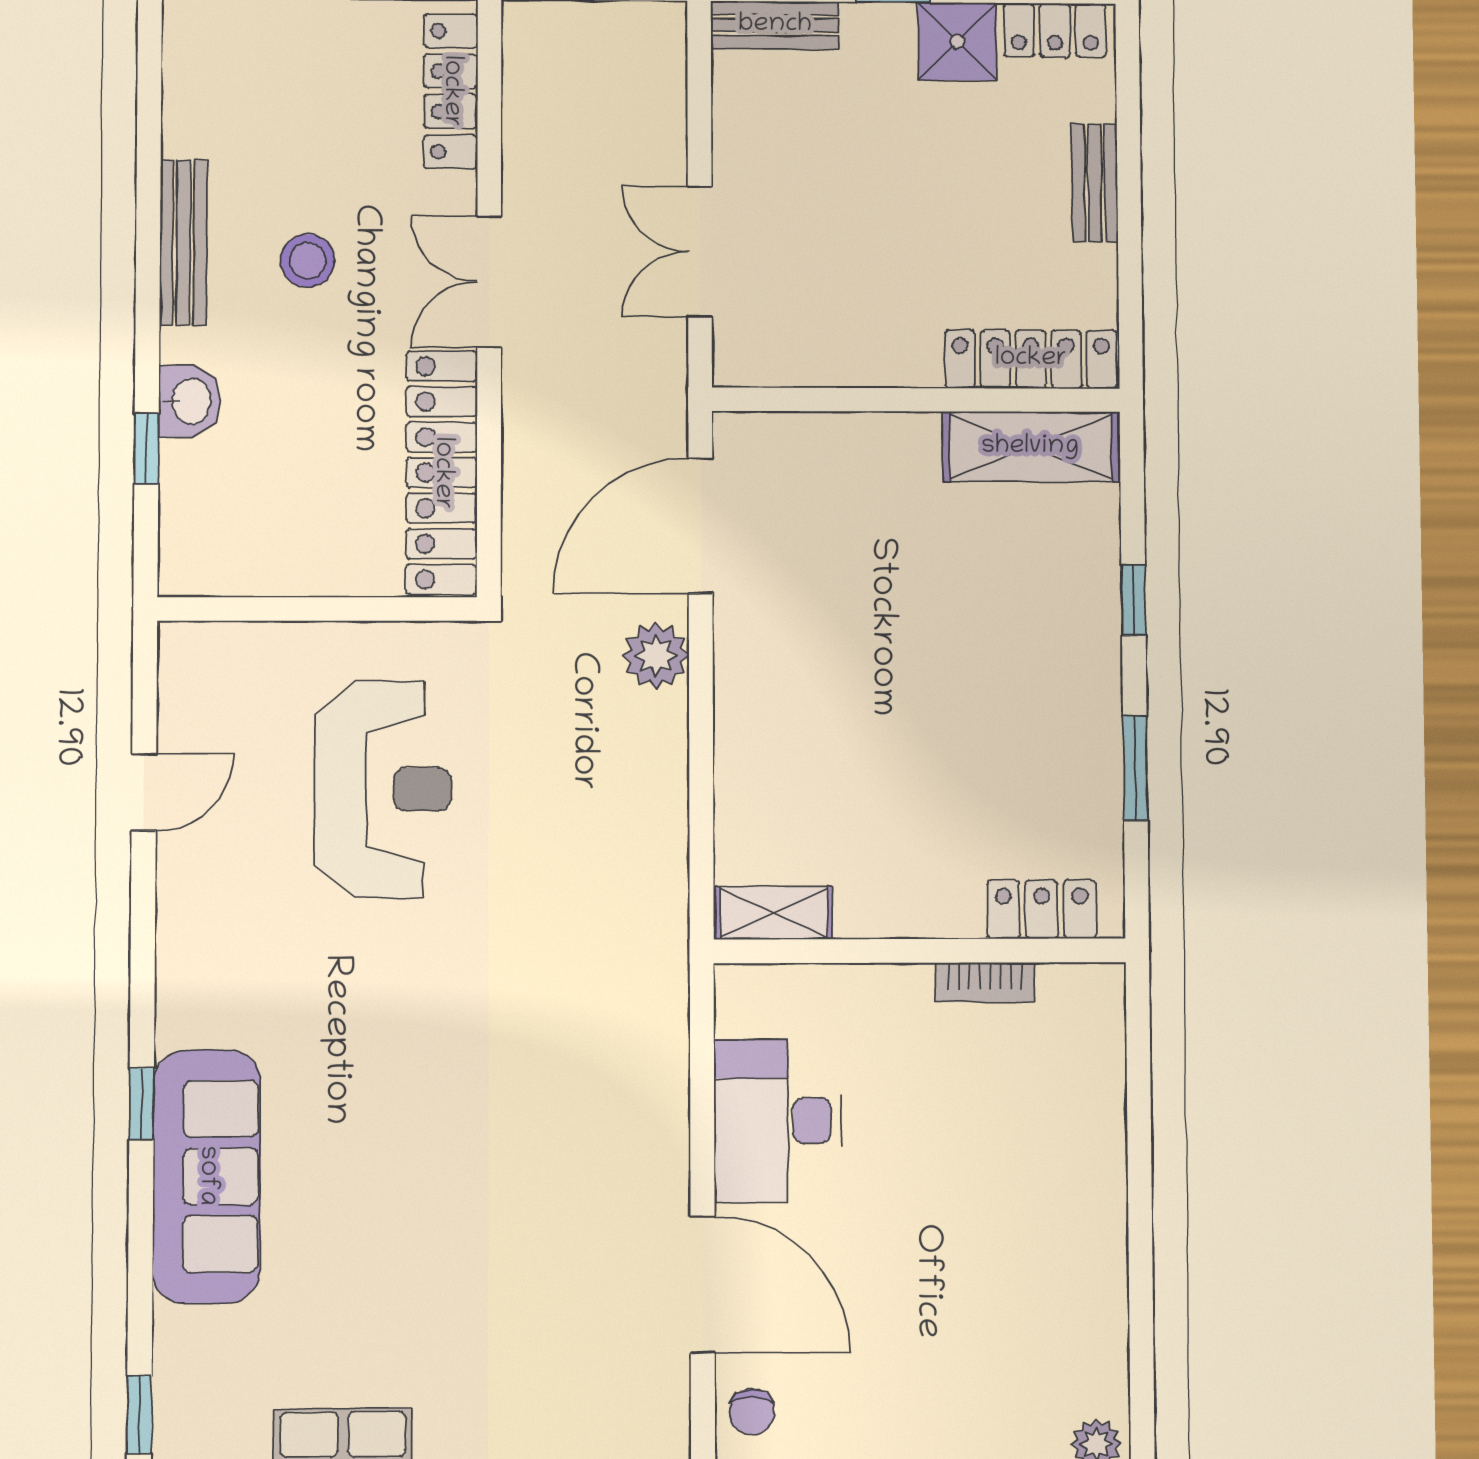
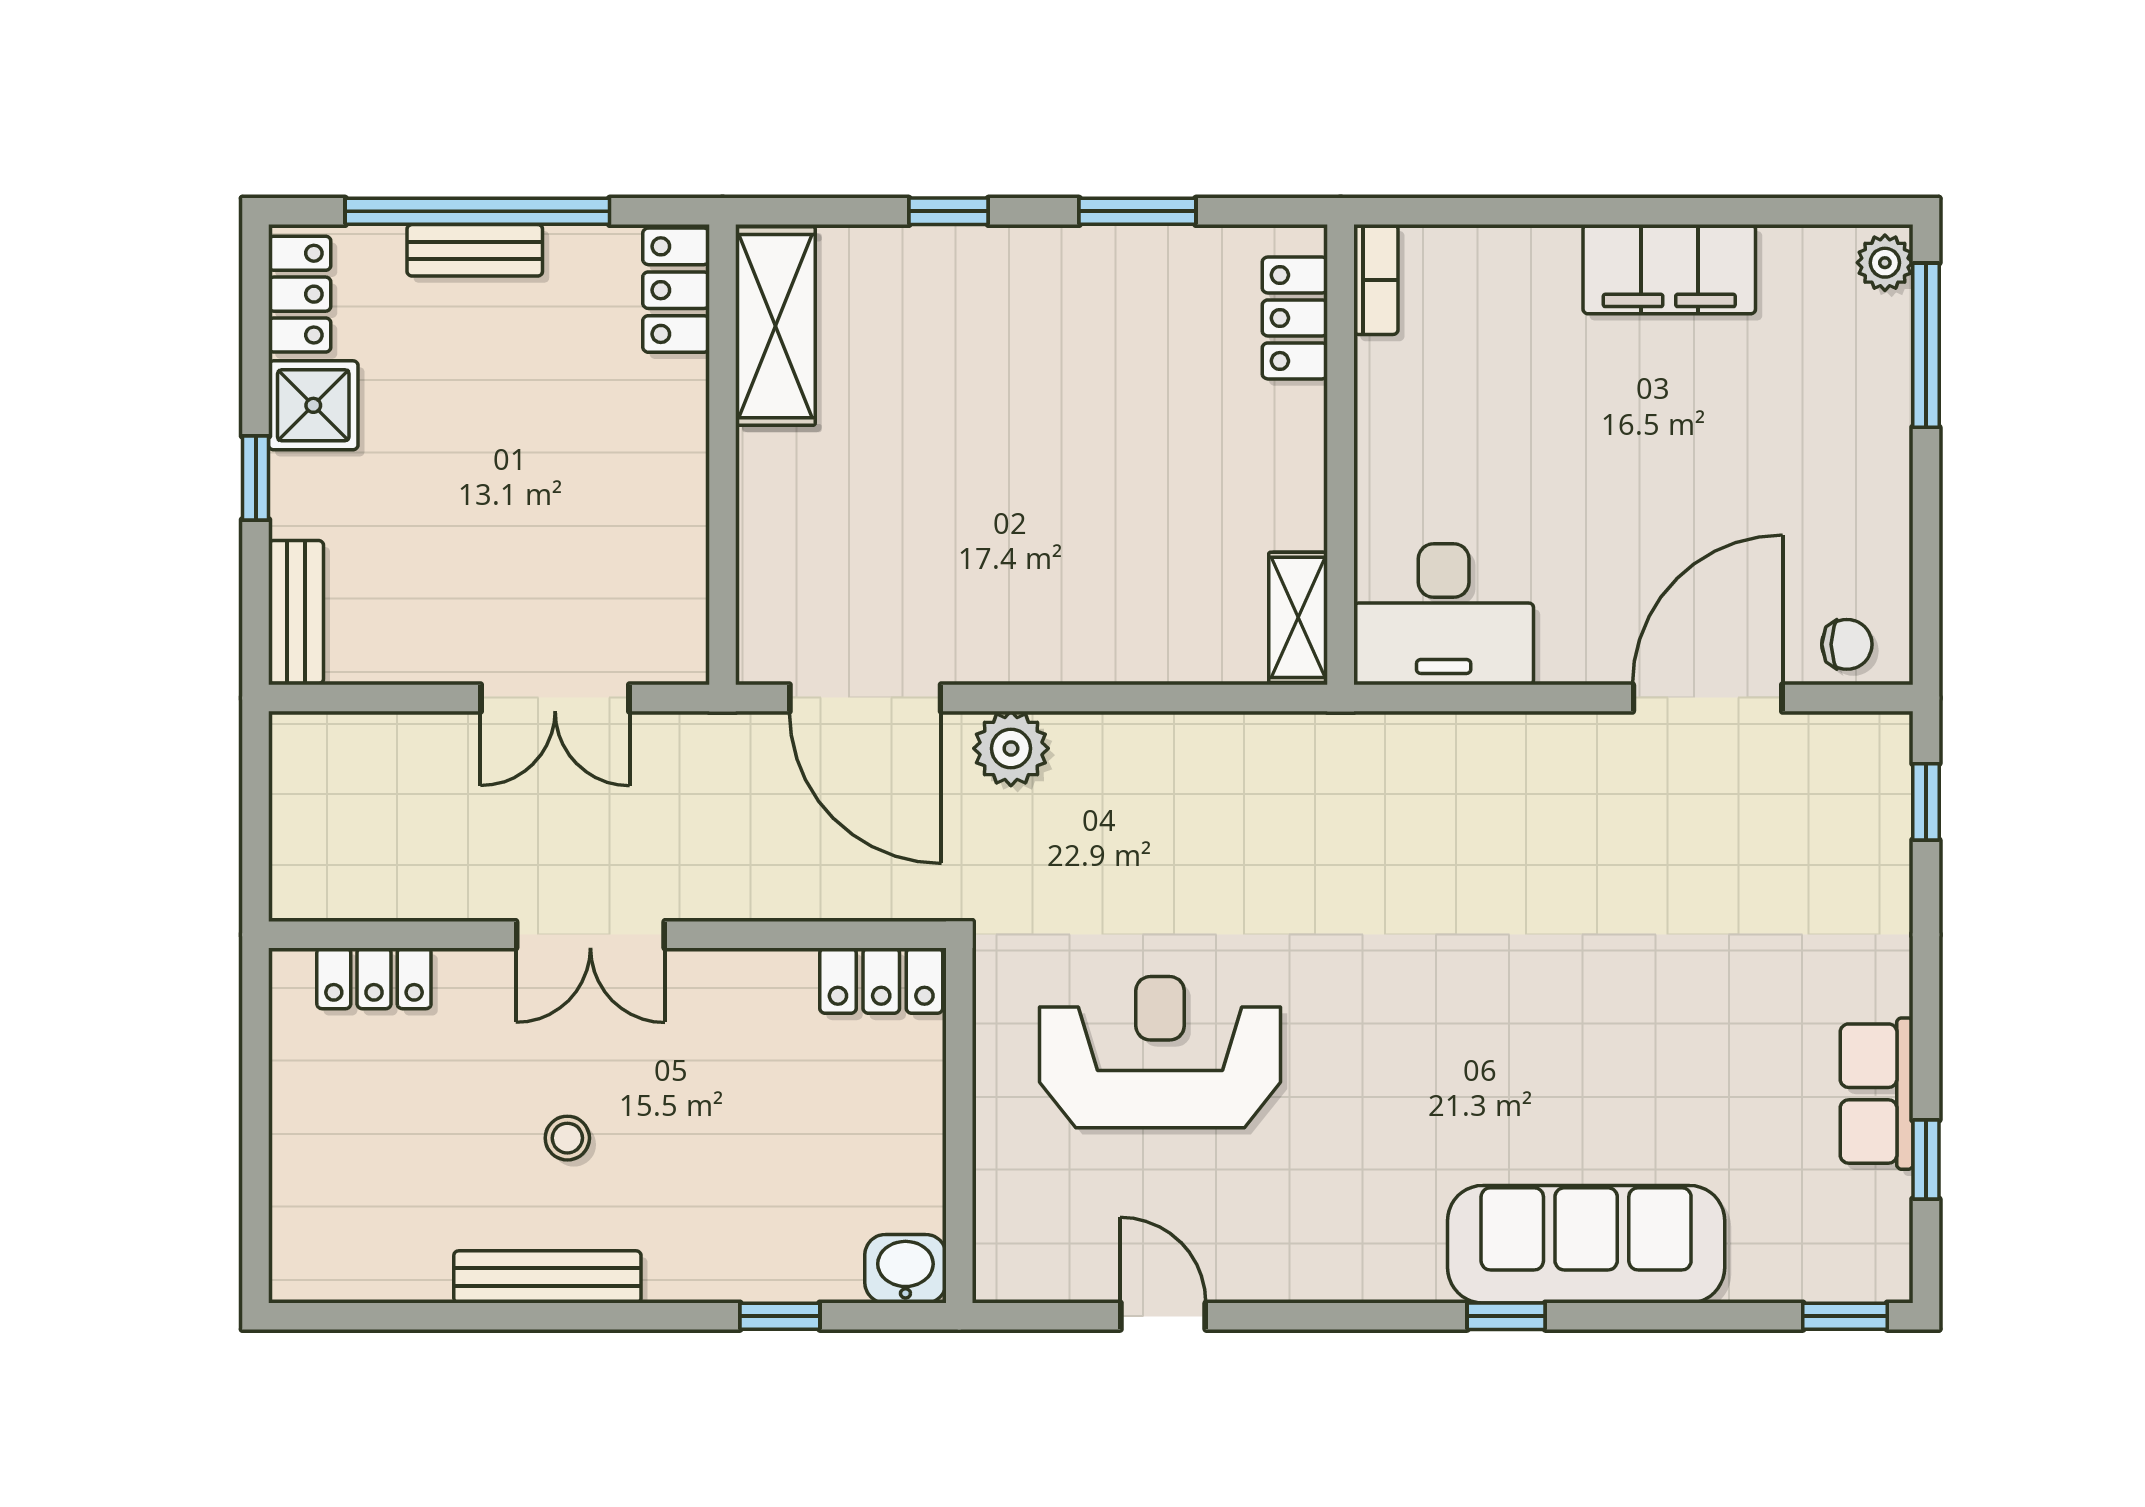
locker: (451, 91) -> (374, 978), width x0.66
window: (1129, 186) -> (477, 211), added
stool: (308, 261) -> (567, 1138), width x0.73, depth x0.73
locker: (1031, 359) -> (676, 290), width x0.66
washbasin: (190, 401) -> (905, 1269), moved
locker: (442, 473) -> (881, 981), width x0.46, depth x0.83
bookcase: (985, 982) -> (1376, 280), moved
desk: (778, 1121) -> (1444, 614), moved
filing cabinet: (1089, 1247) -> (1669, 269), added

